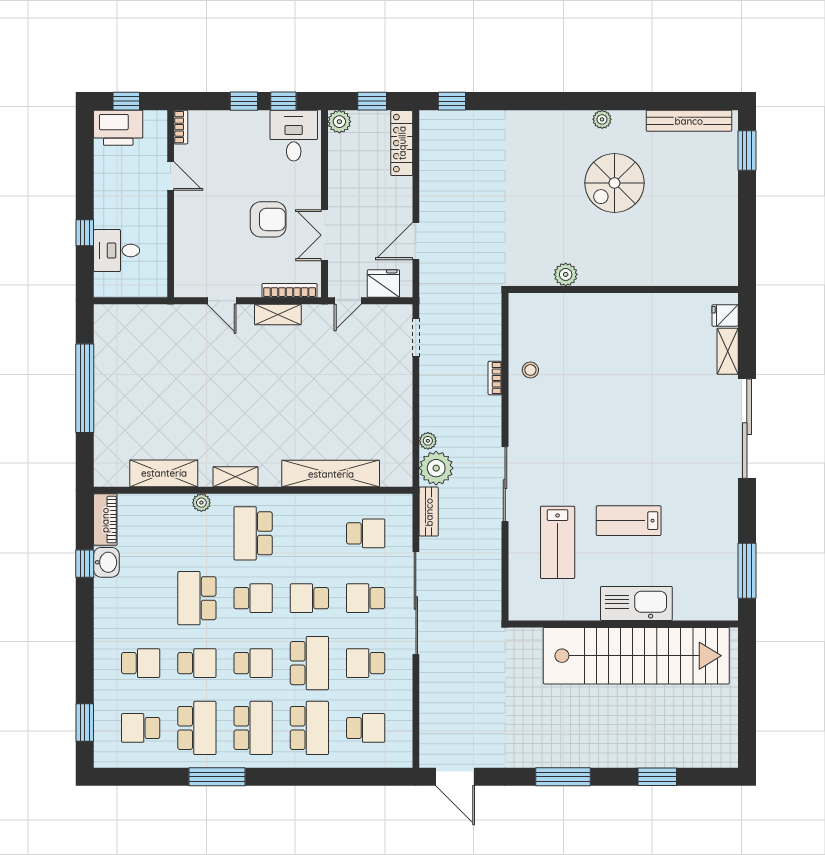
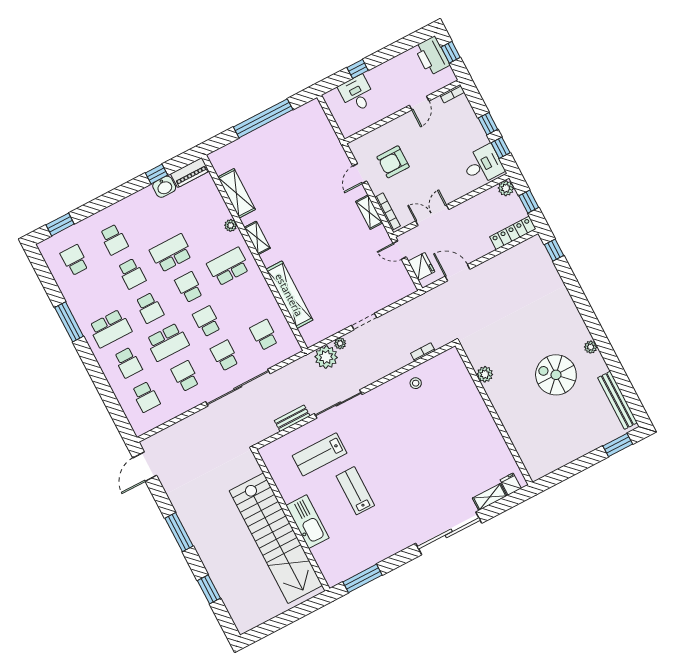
armchair: (268, 219) -> (393, 162), moved, turned 90
doorway: (416, 338) -> (364, 322), moved
bookcase: (495, 378) -> (423, 352), moved
bench: (429, 512) -> (292, 418), moved
school desk: (366, 533) -> (264, 335), turned 180
school desk: (253, 598) -> (189, 287), turned 180
school desk: (197, 728) -> (92, 294), removed
school desk: (309, 728) -> (128, 363), width x0.54

